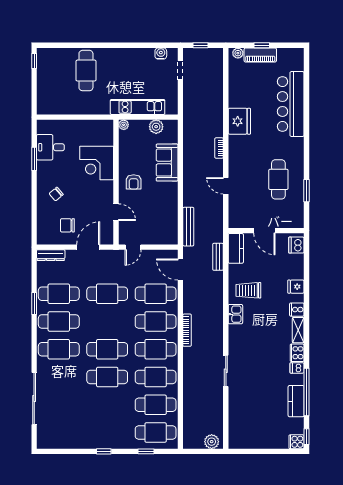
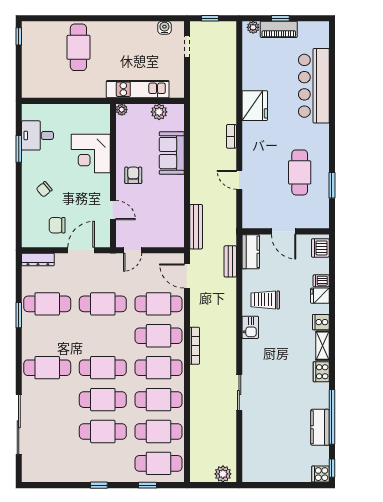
armchair: (134, 182) -> (133, 175), turned 180
cafe table: (59, 321) -> (103, 432), moved
dishwasher: (297, 368) -> (321, 281), moved

